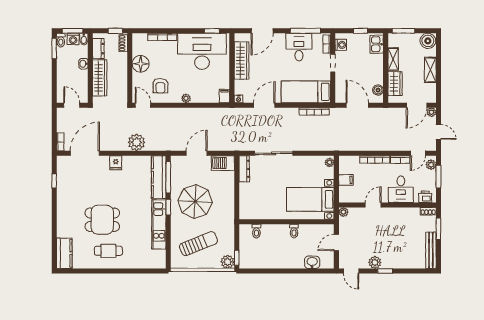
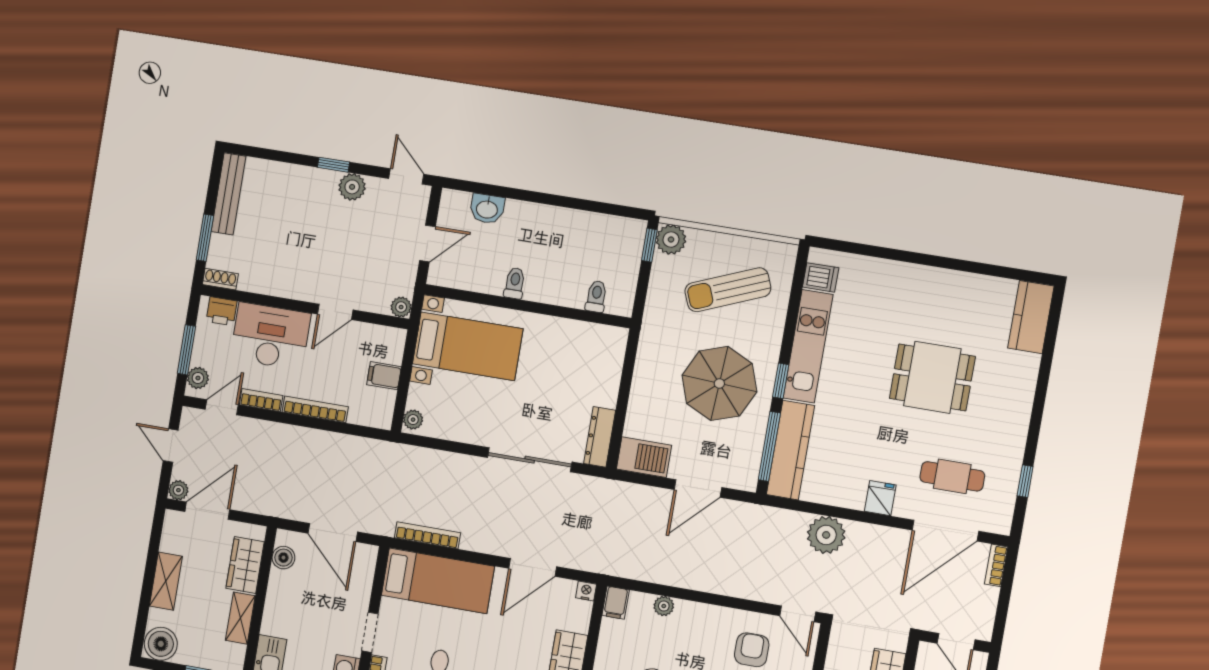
plant: (186, 98) -> (664, 606), moved
desk: (401, 189) -> (270, 336), width x1.37
cafe table: (108, 251) -> (952, 476), moved
dishwasher: (159, 256) -> (821, 277), added

